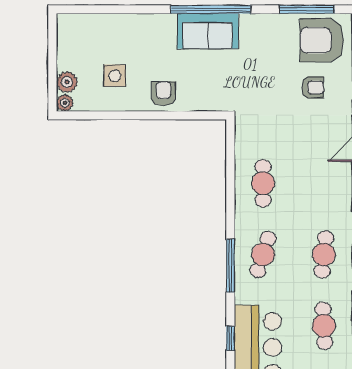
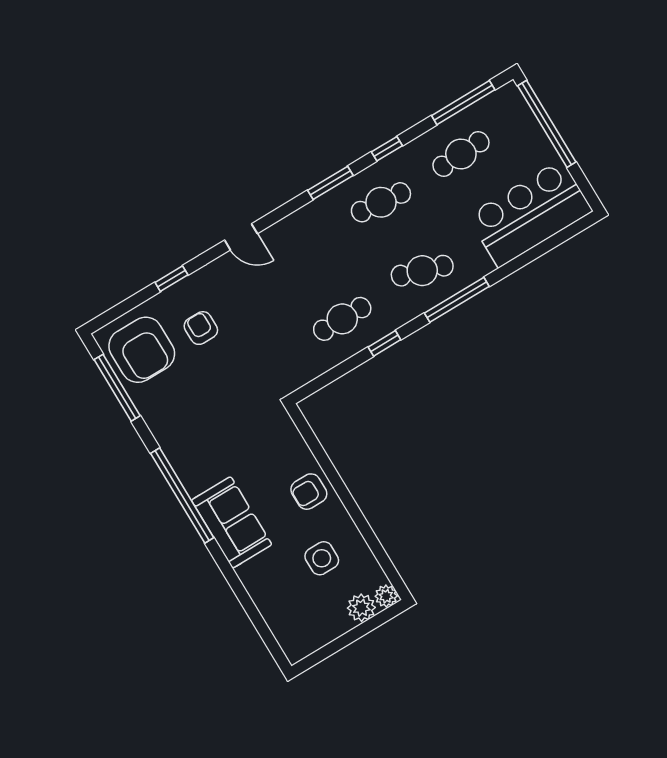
sofa: (208, 31) -> (232, 522), moved
window: (230, 338) -> (384, 343), moved

